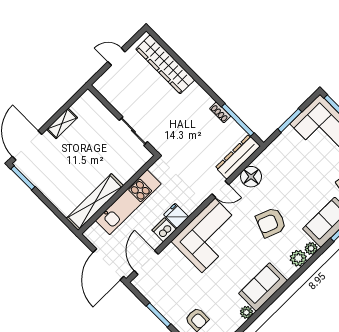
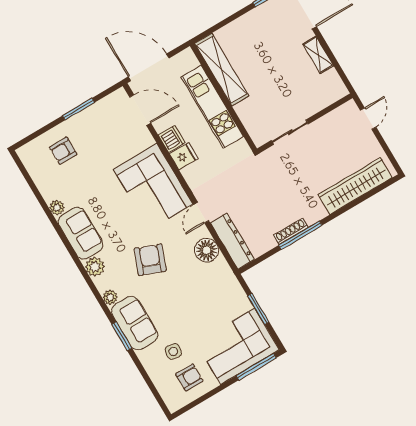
door: (116, 57) -> (368, 119), moved
shoe rack: (220, 112) -> (291, 231), width x1.43
window: (238, 120) -> (300, 235), moved
plant: (298, 258) -> (95, 267), moved

